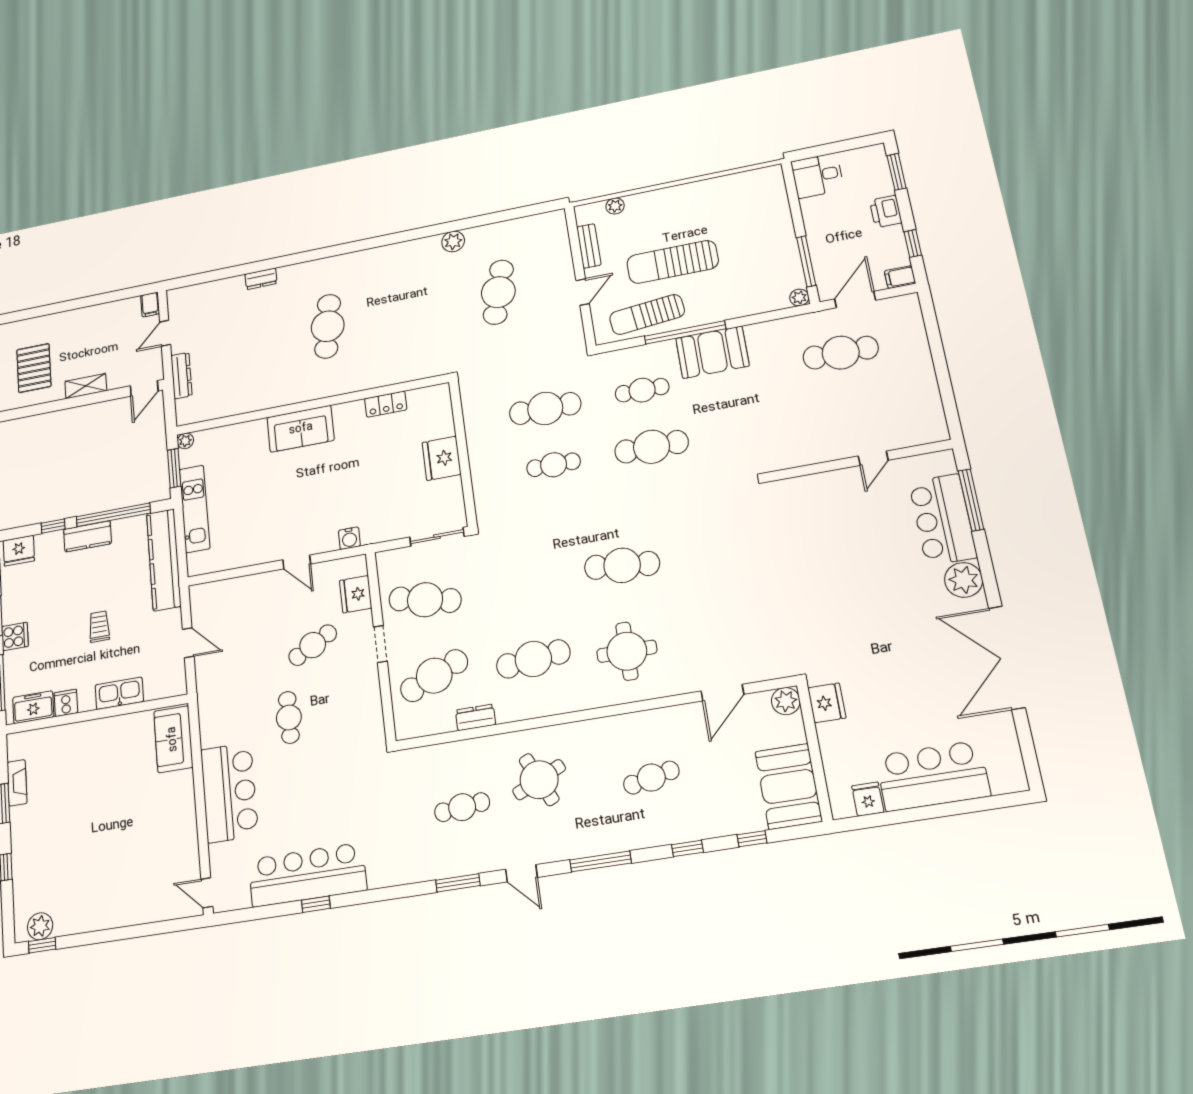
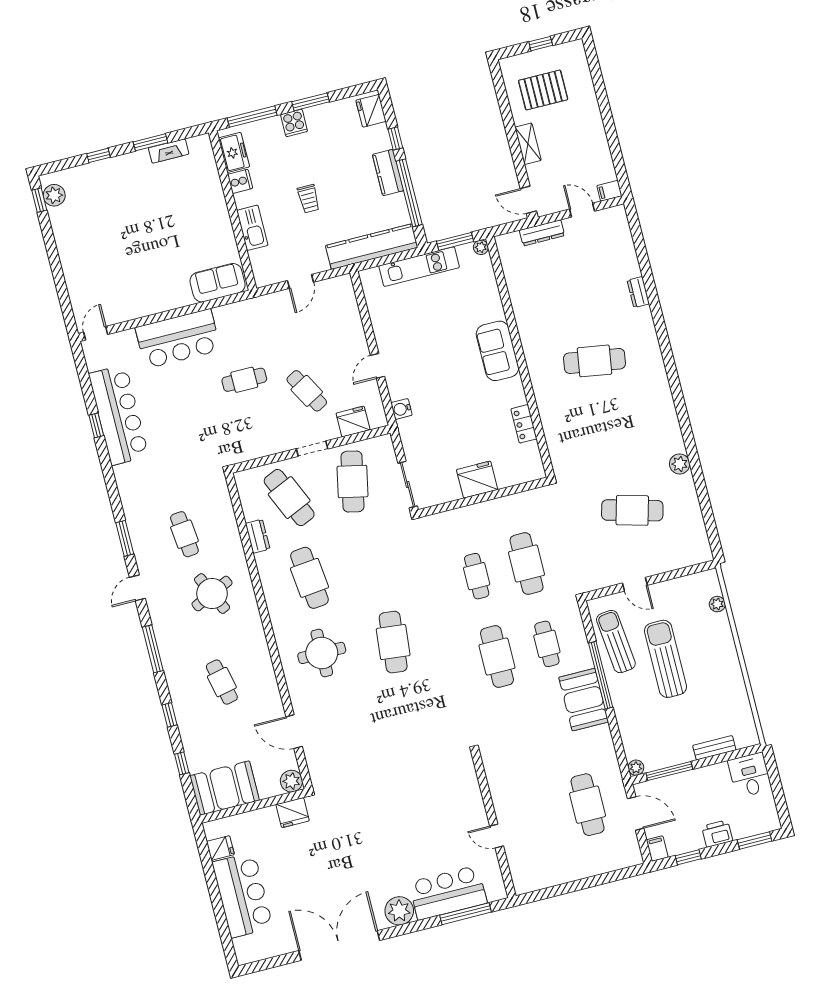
bench: (589, 246) -> (714, 748), moved
trolley: (99, 626) -> (309, 199), turned 90

